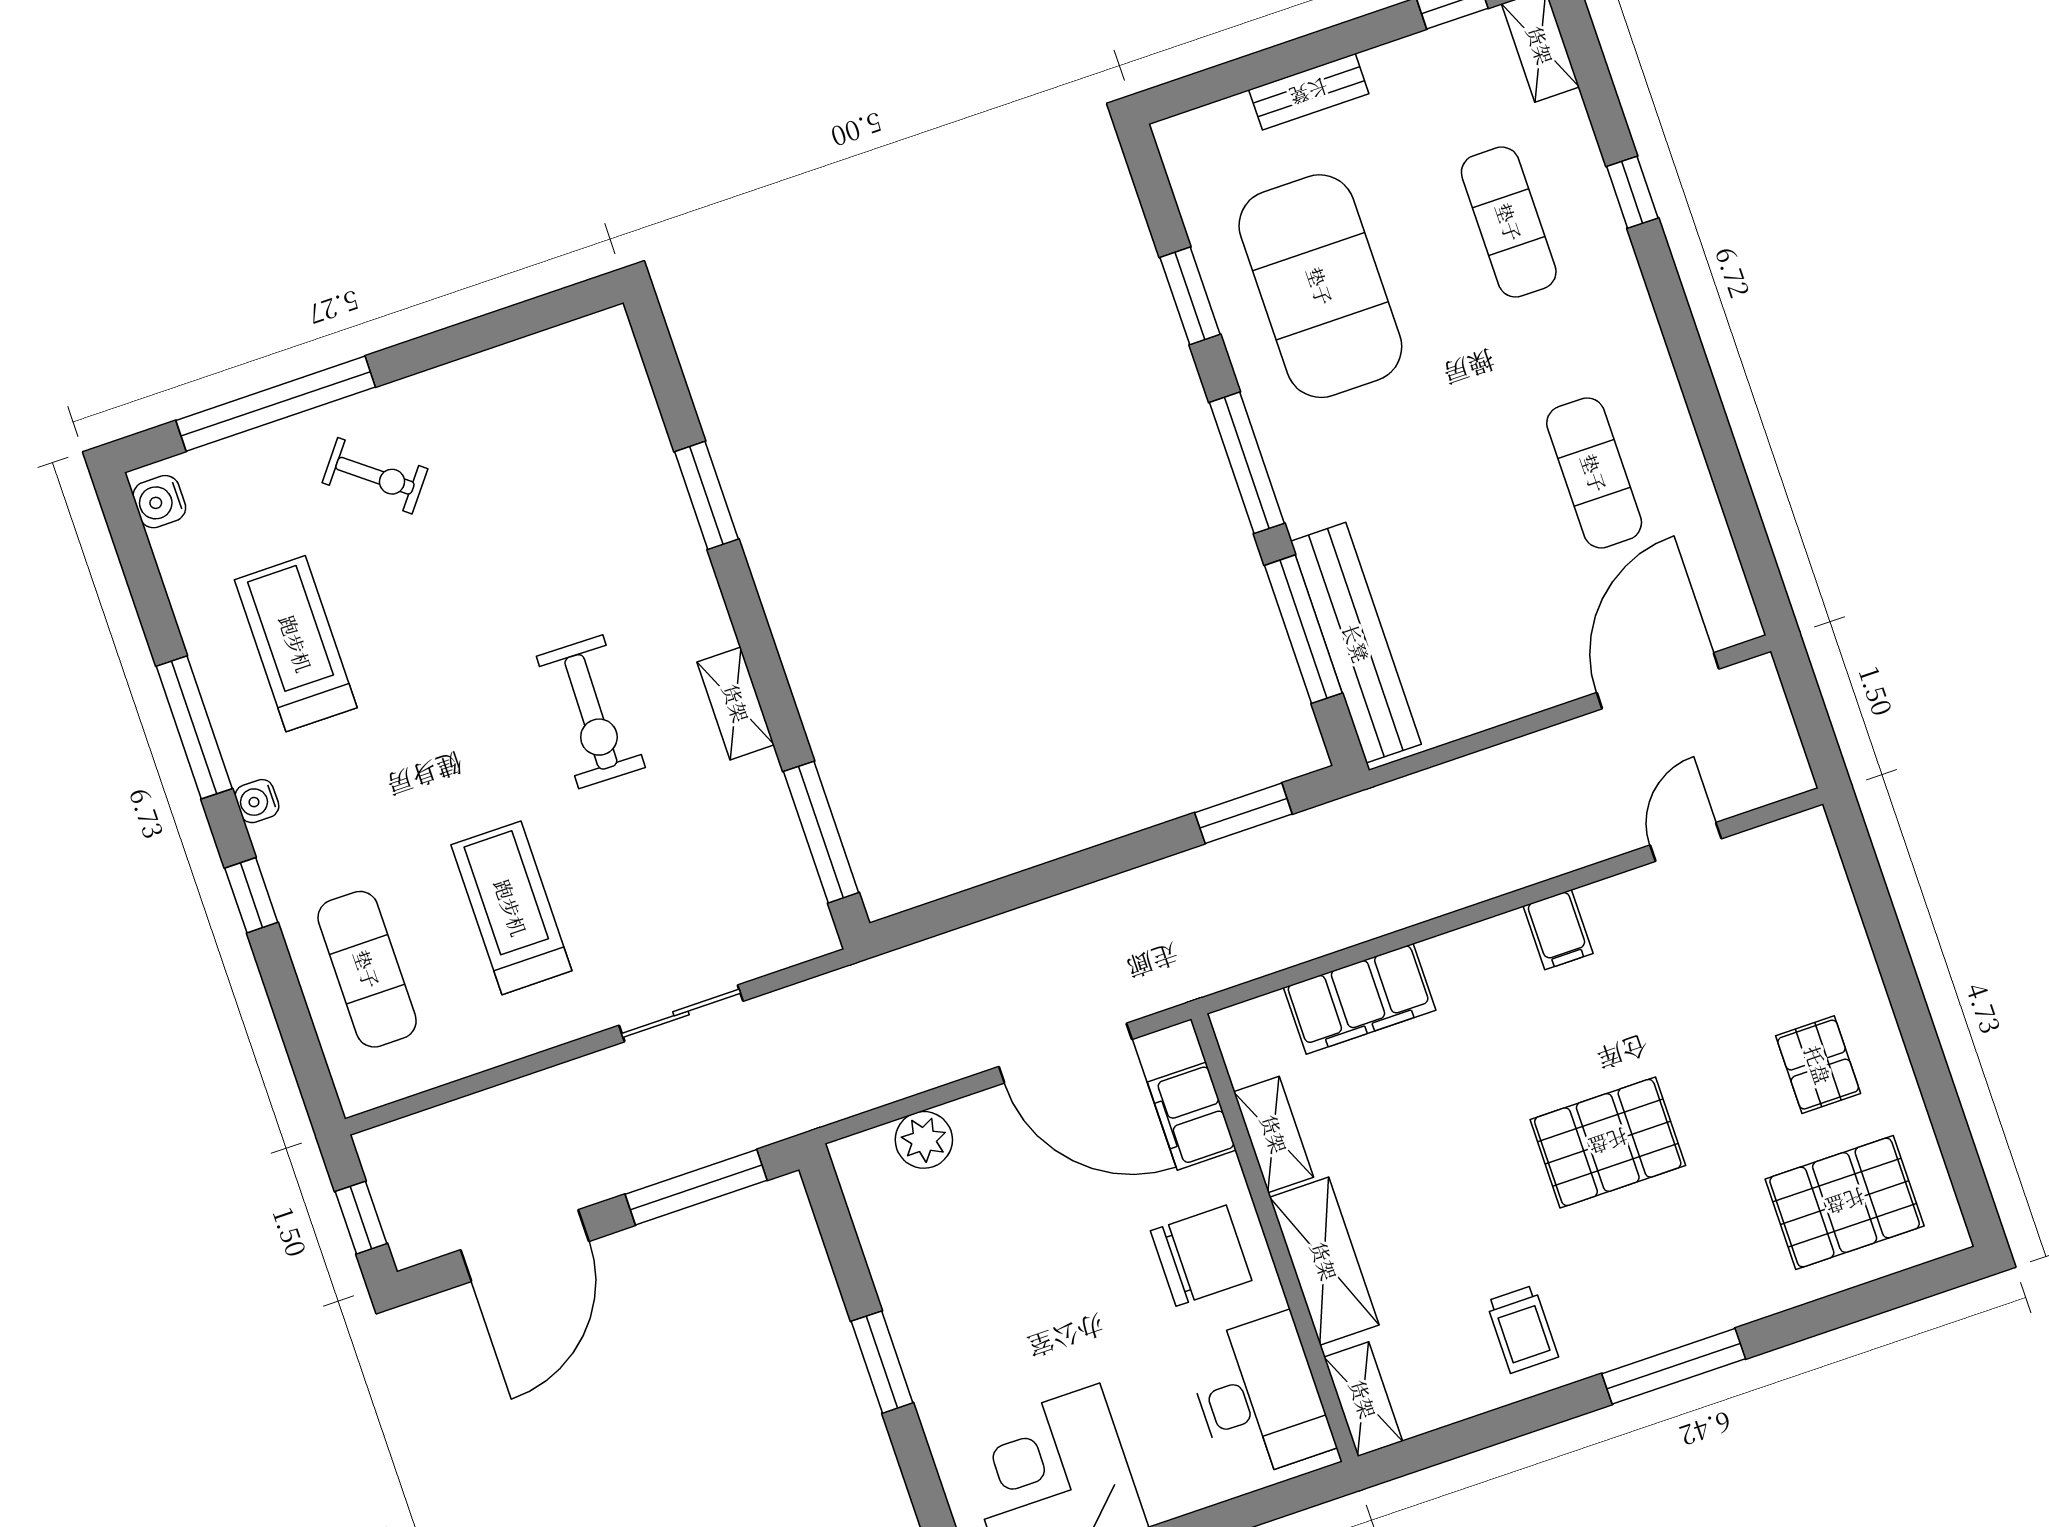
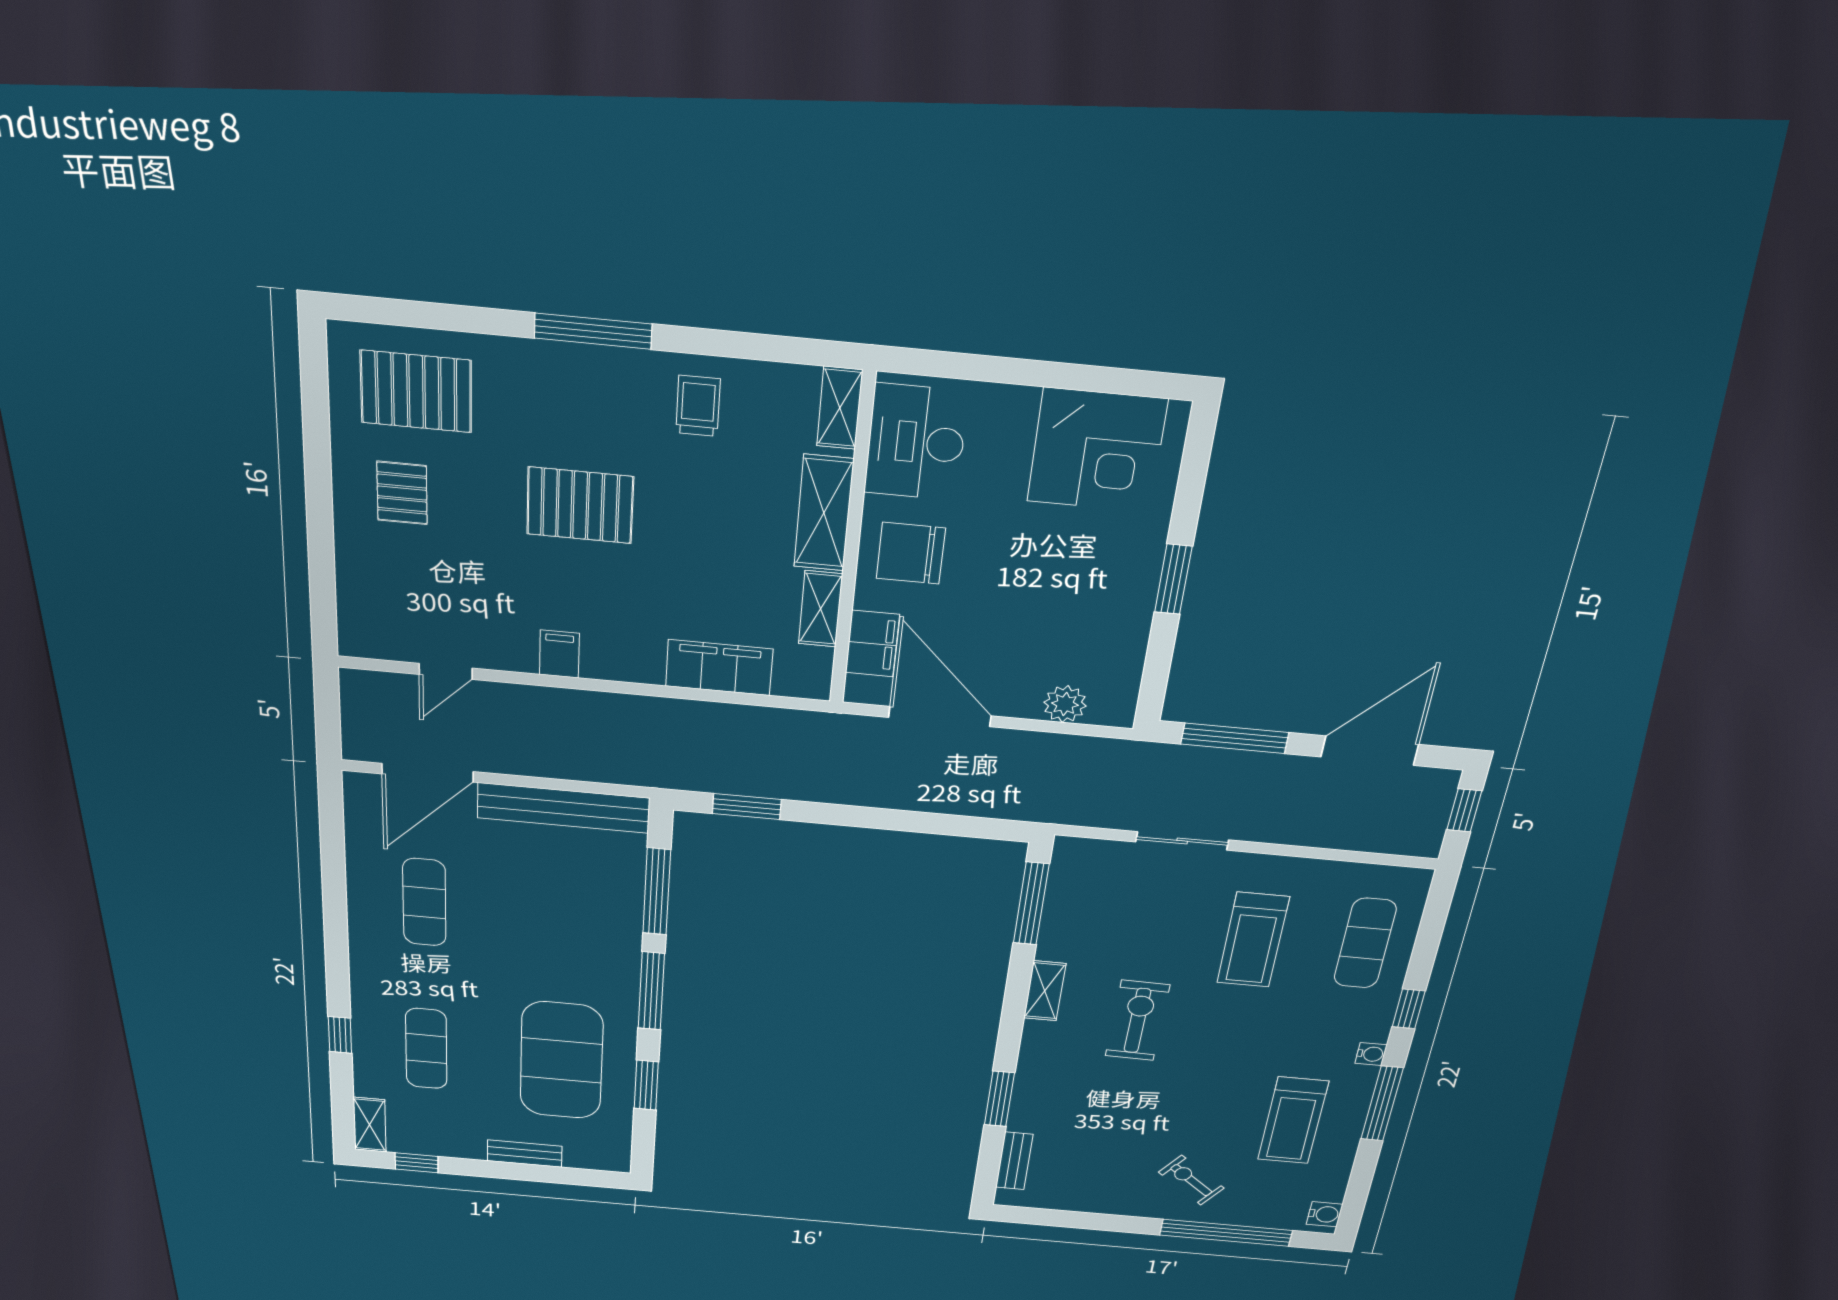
bench: (633, 396) -> (1014, 1161), added
bench: (1356, 643) -> (563, 808), moved, turned 90

